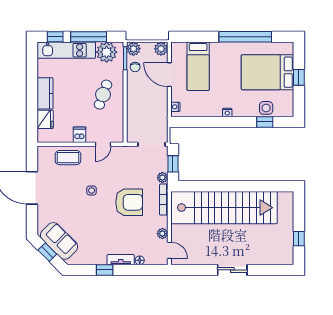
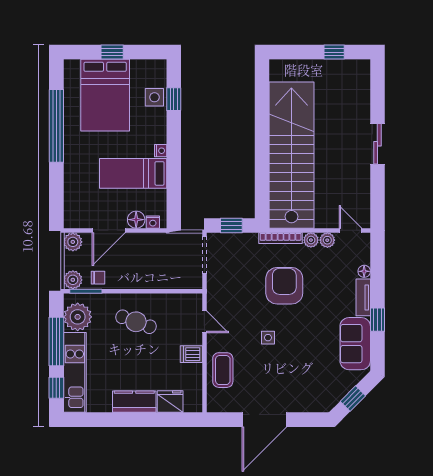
bed: (198, 66) -> (133, 173), moved, turned 180
floor lamp: (177, 95) -> (136, 220), added
plant: (162, 177) -> (311, 240), moved
sofa: (59, 241) -> (355, 344), moved, turned -45
door: (169, 250) -> (351, 230), hinge flipped

